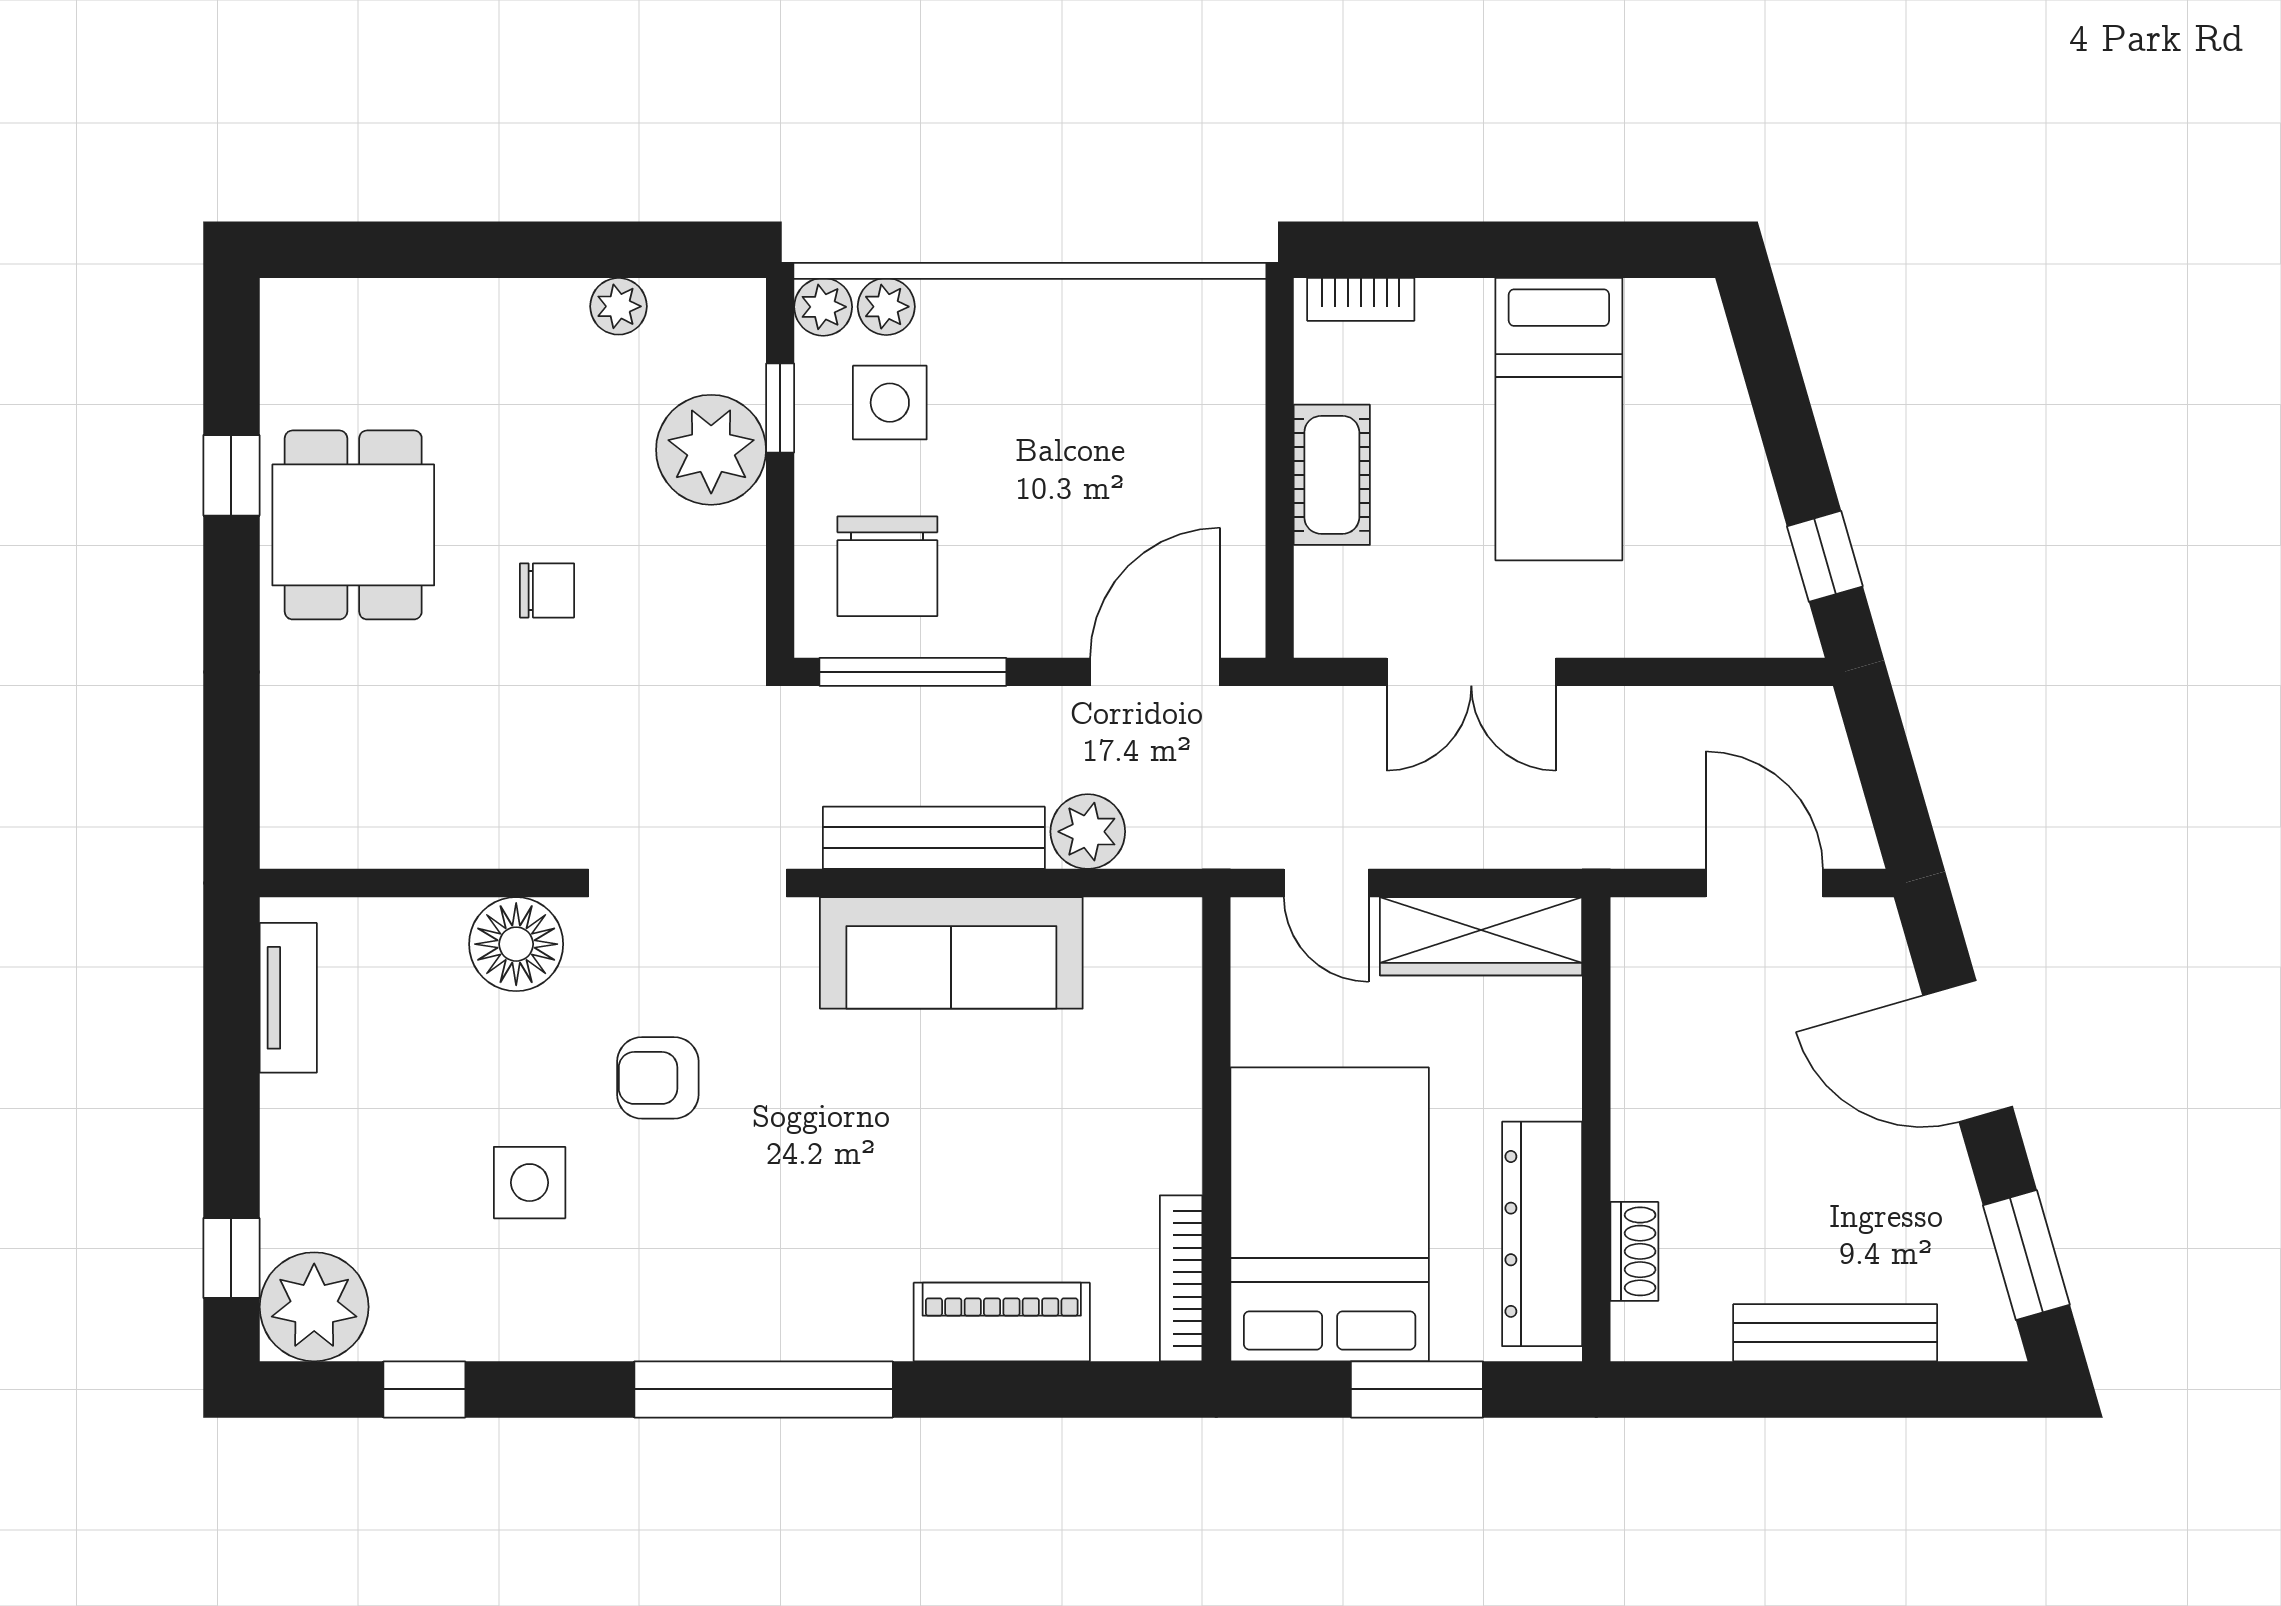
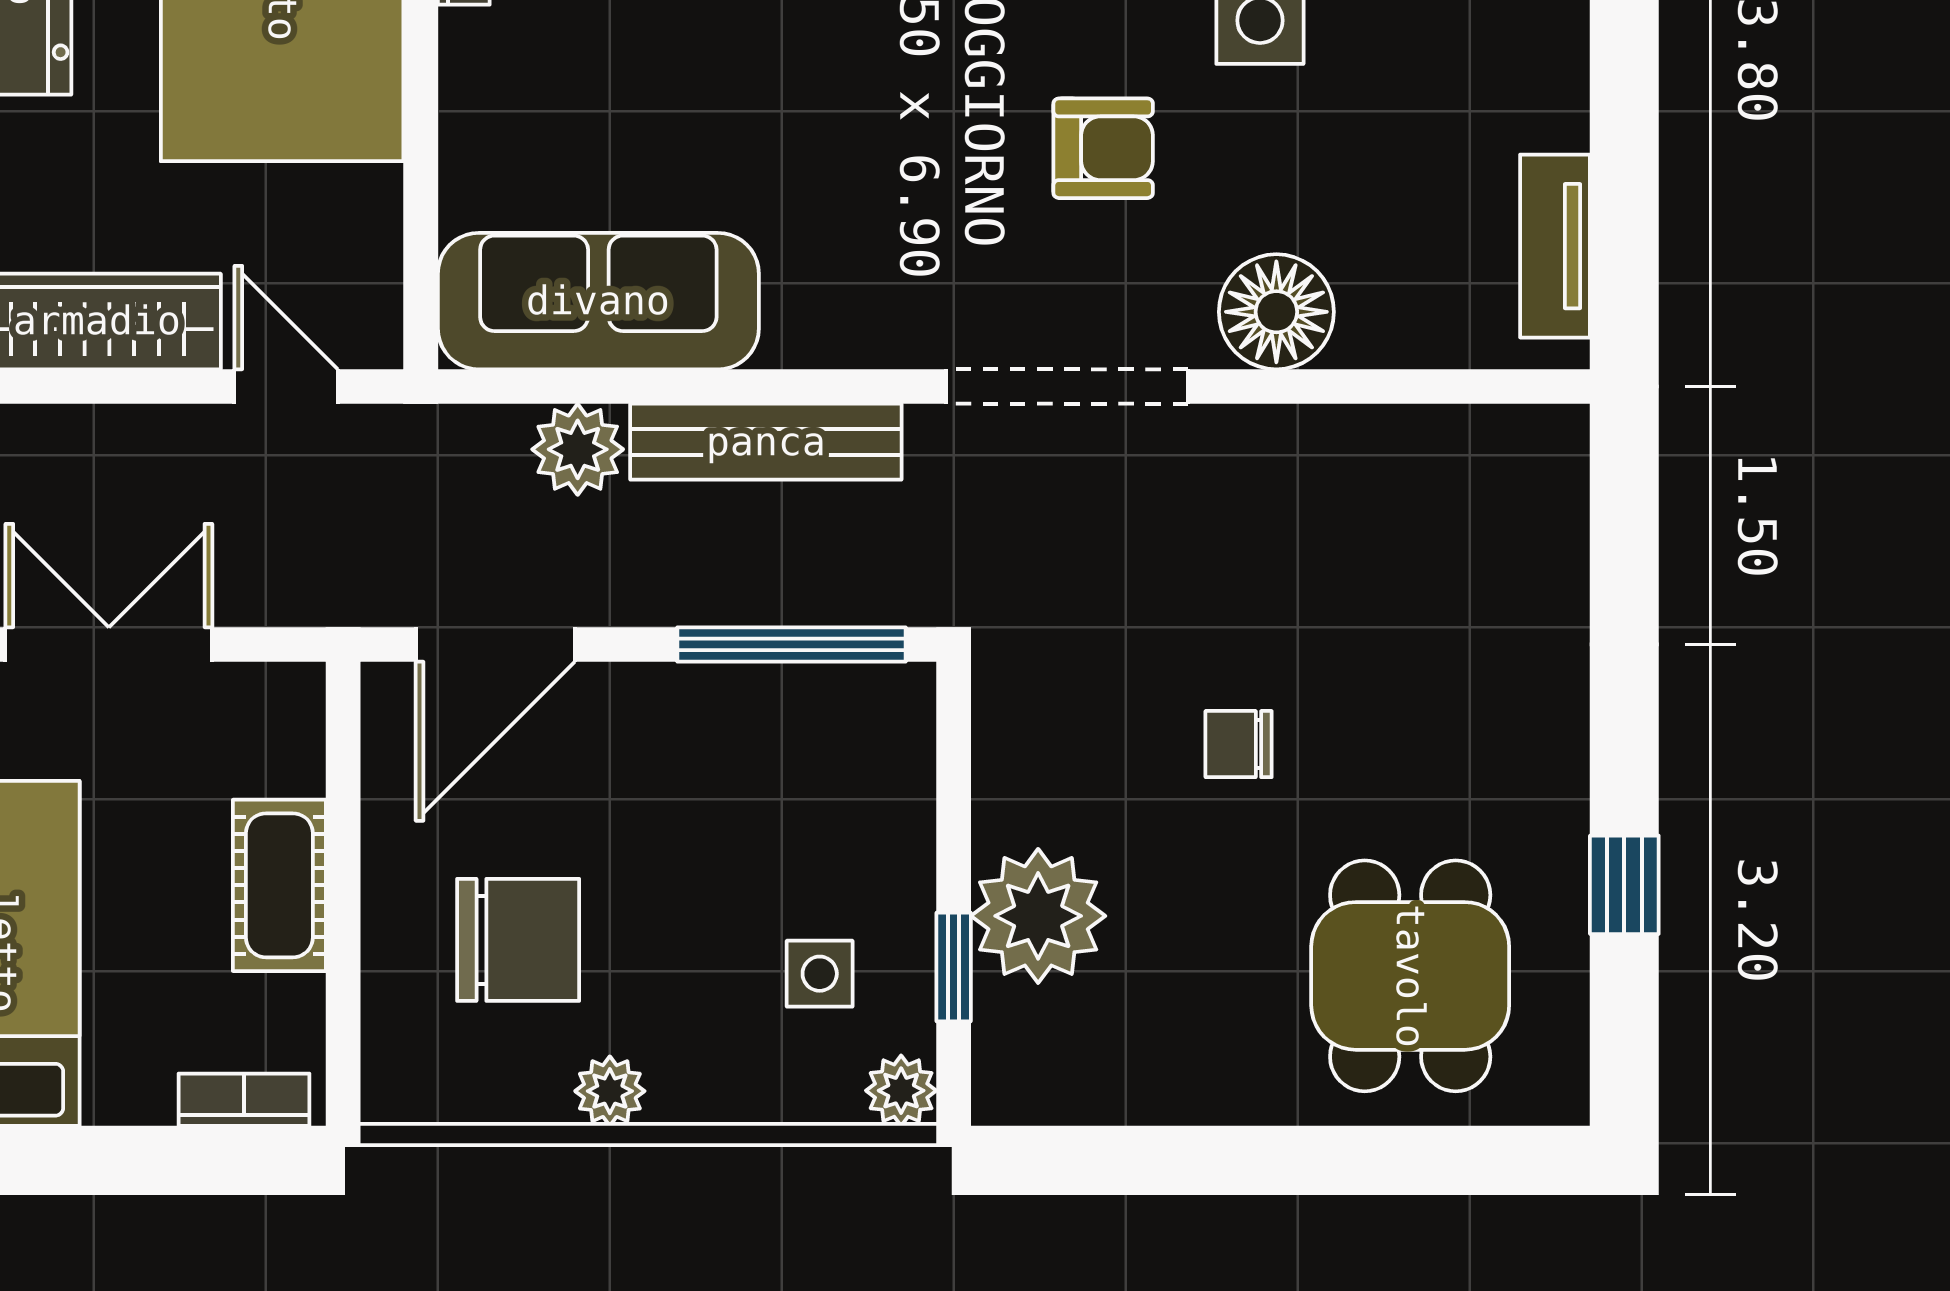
plant: (619, 306) -> (1151, 1091), removed
plant: (886, 307) -> (610, 1091), moved
side table: (890, 403) -> (820, 974), width x0.73, depth x0.73
dining table: (353, 525) -> (1410, 976), moved
chair: (887, 566) -> (518, 940), moved, turned 90
sofa: (951, 953) -> (598, 301), moved

